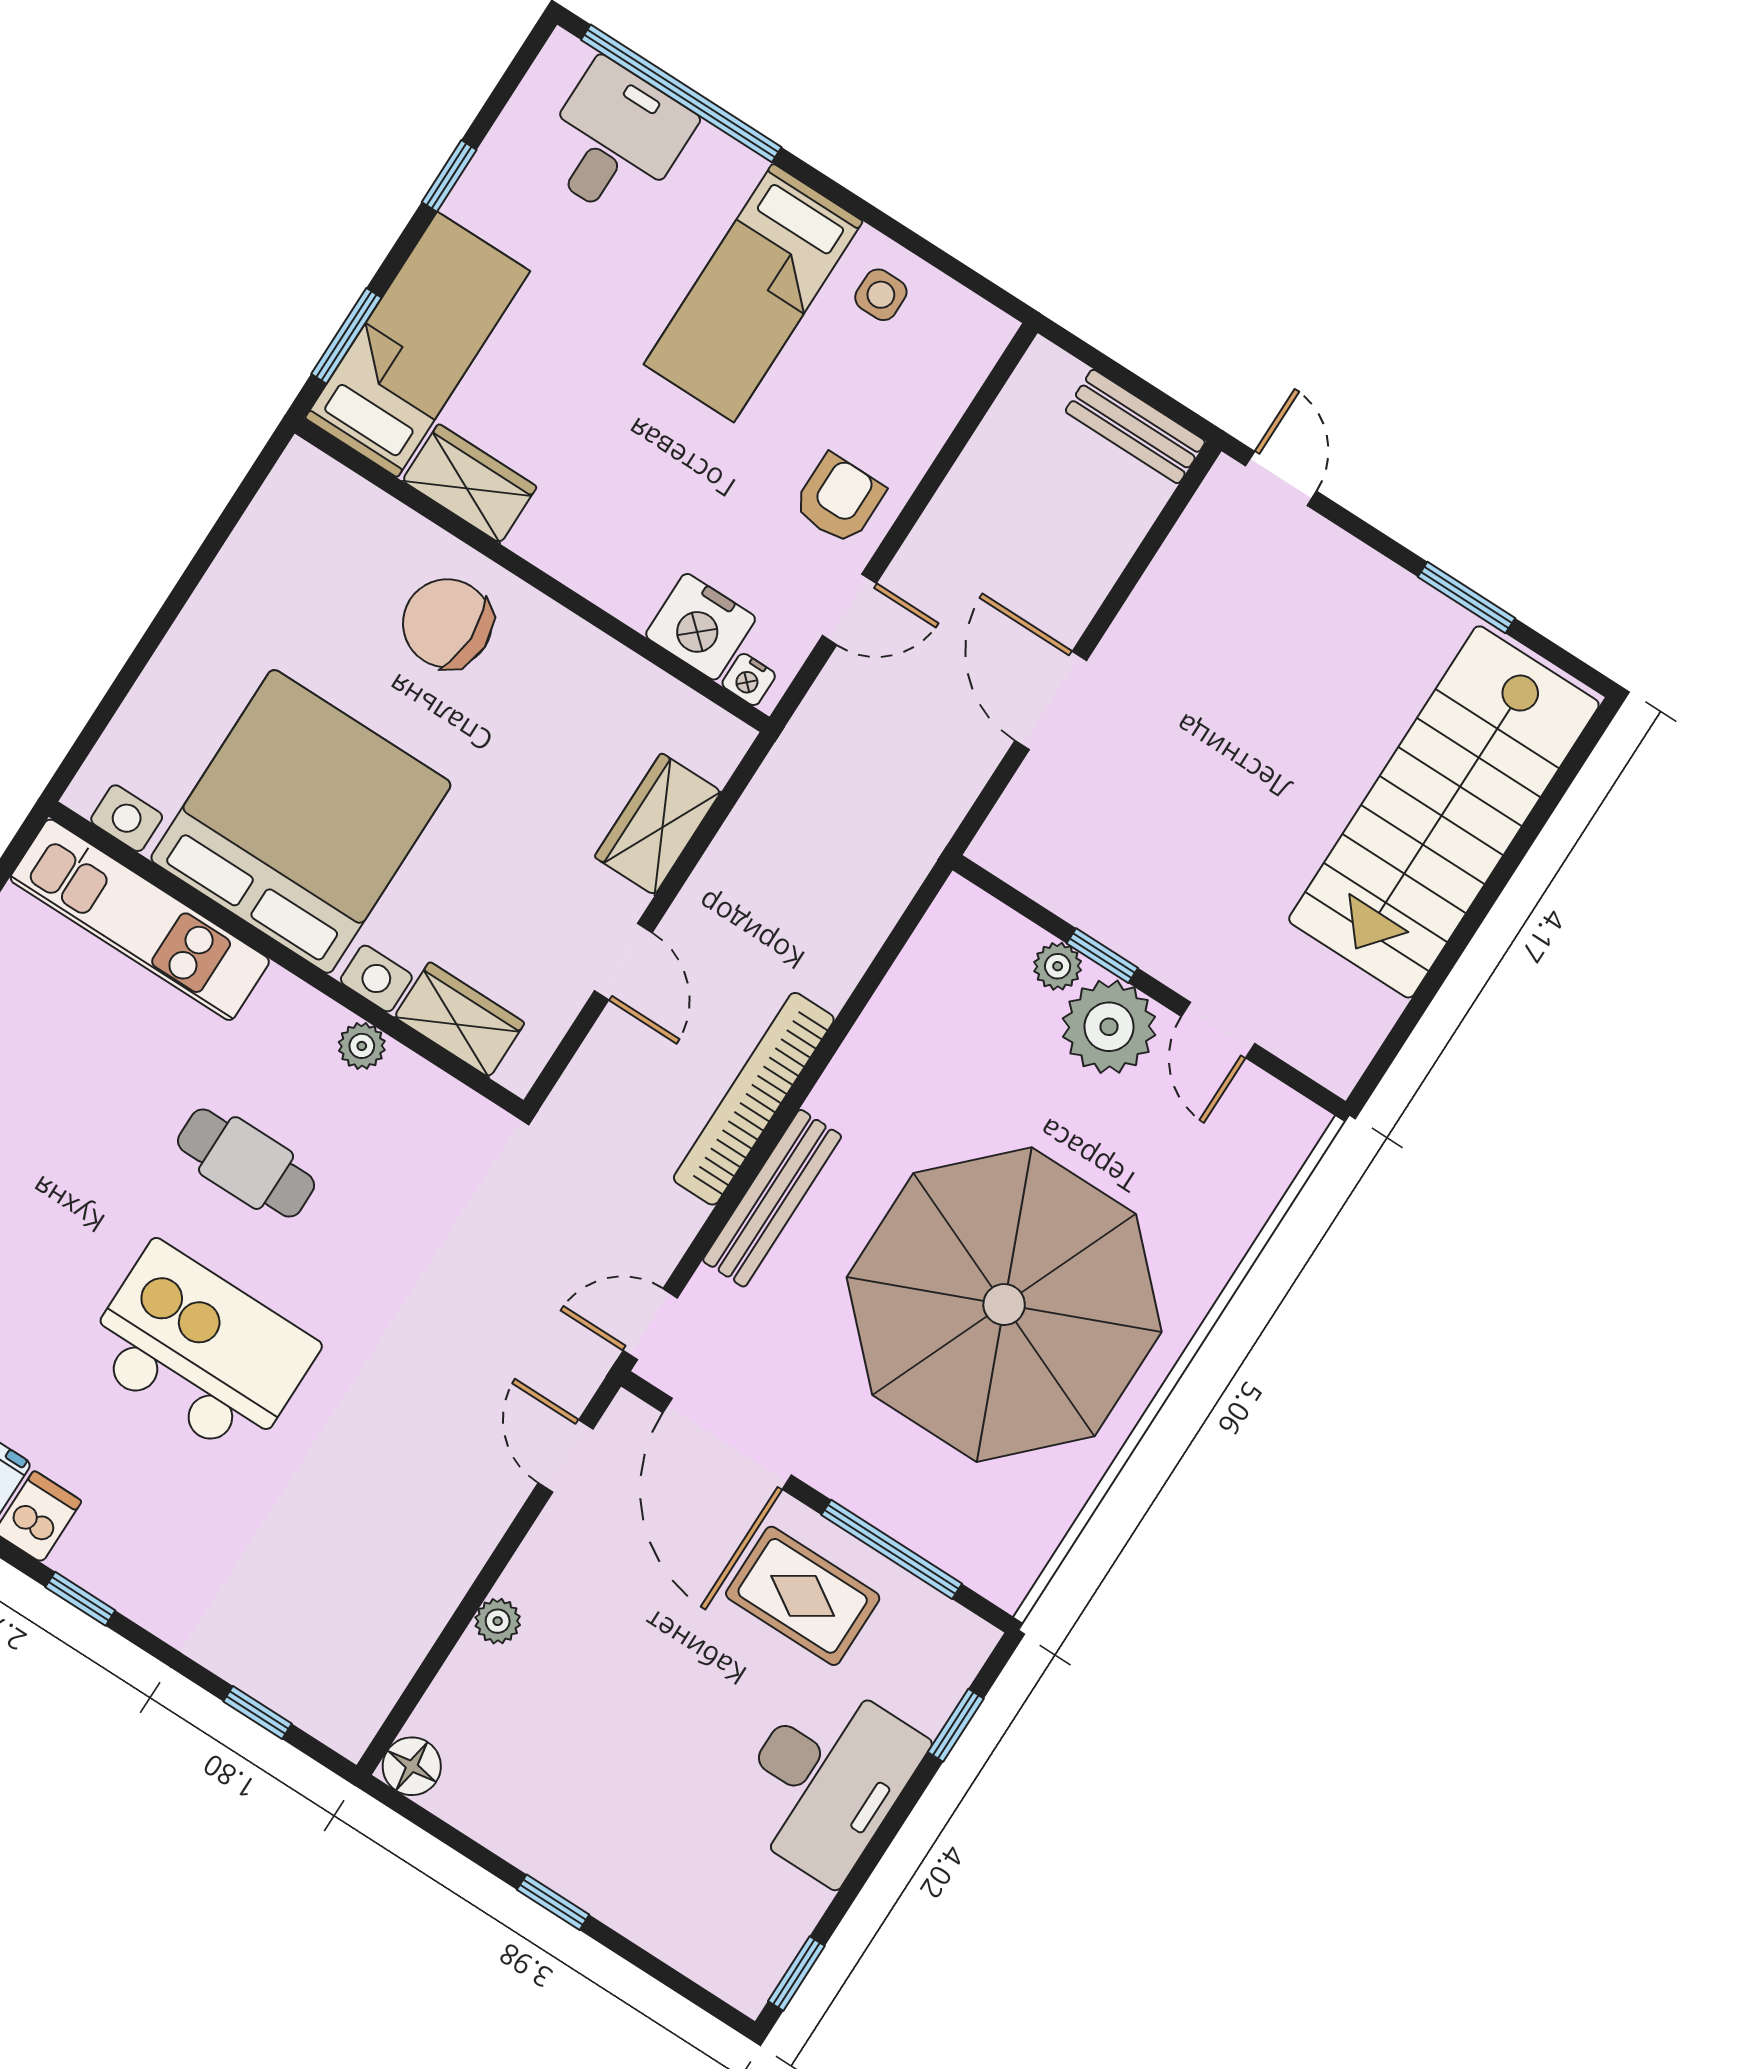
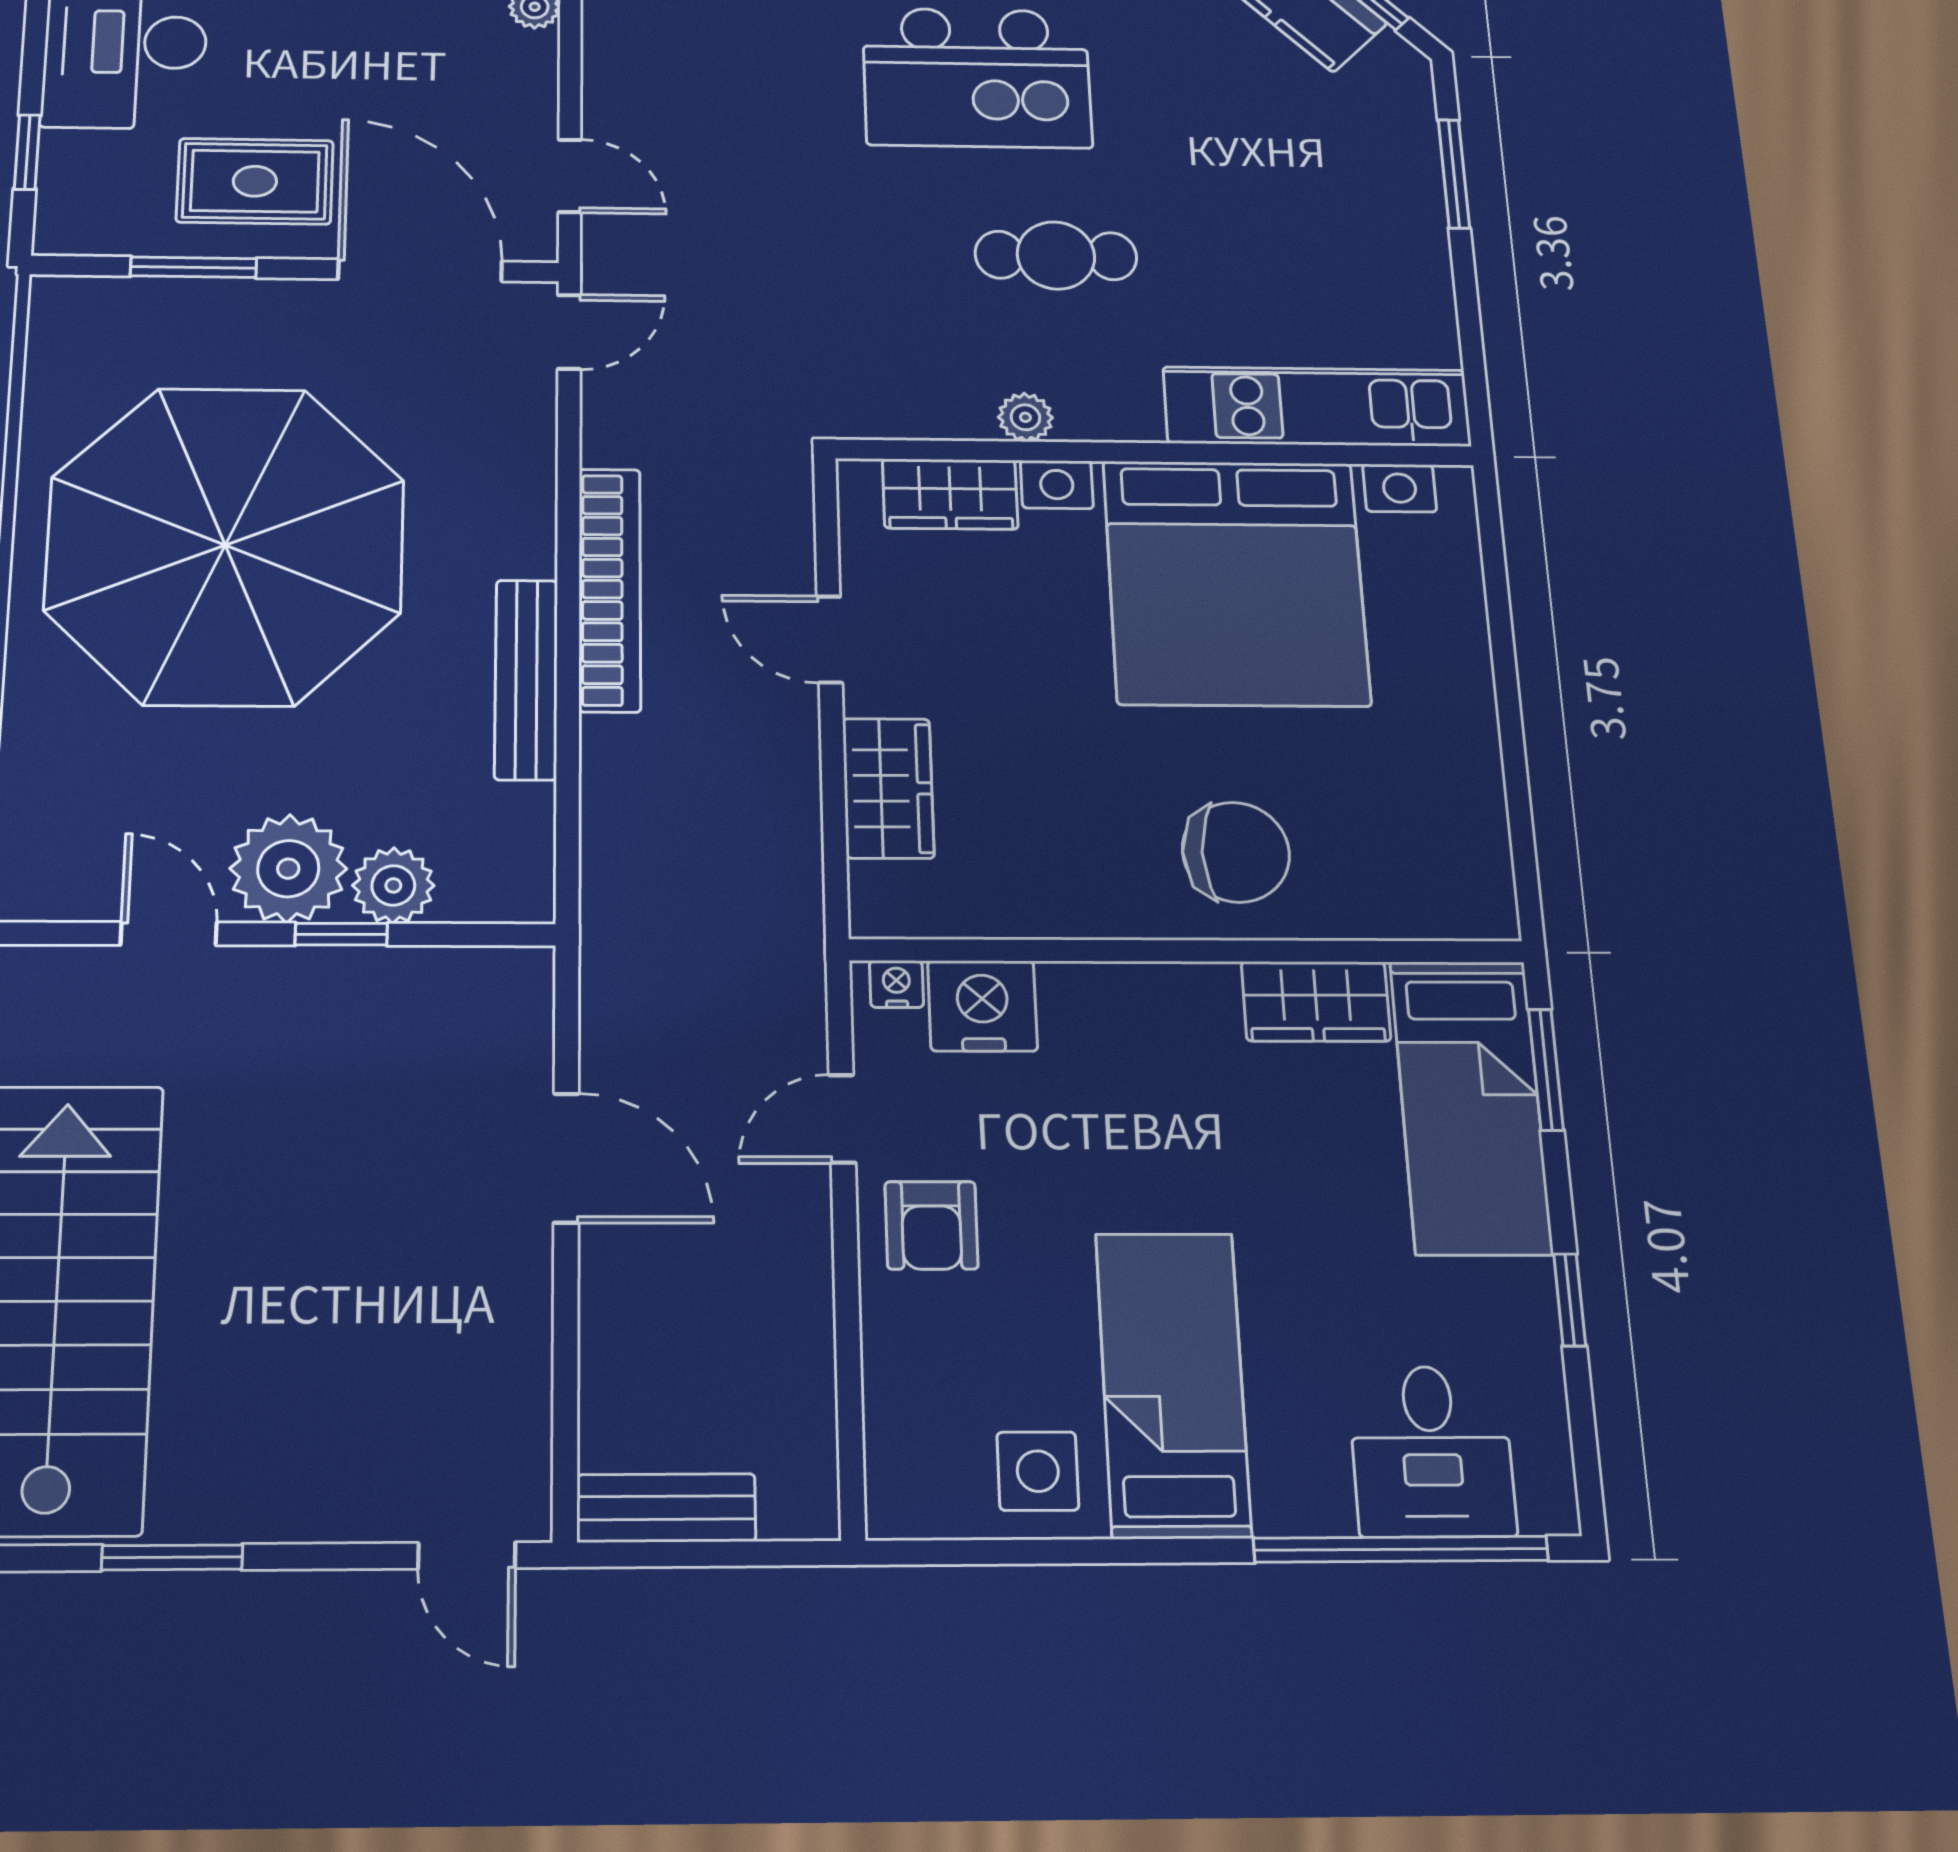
side table: (881, 295) -> (1038, 1471), width x1.37, depth x1.37
plant: (1058, 966) -> (393, 885), width x1.38, depth x1.38
bench: (772, 1198) -> (526, 679), moved
window: (892, 1549) -> (193, 267), width x0.69

